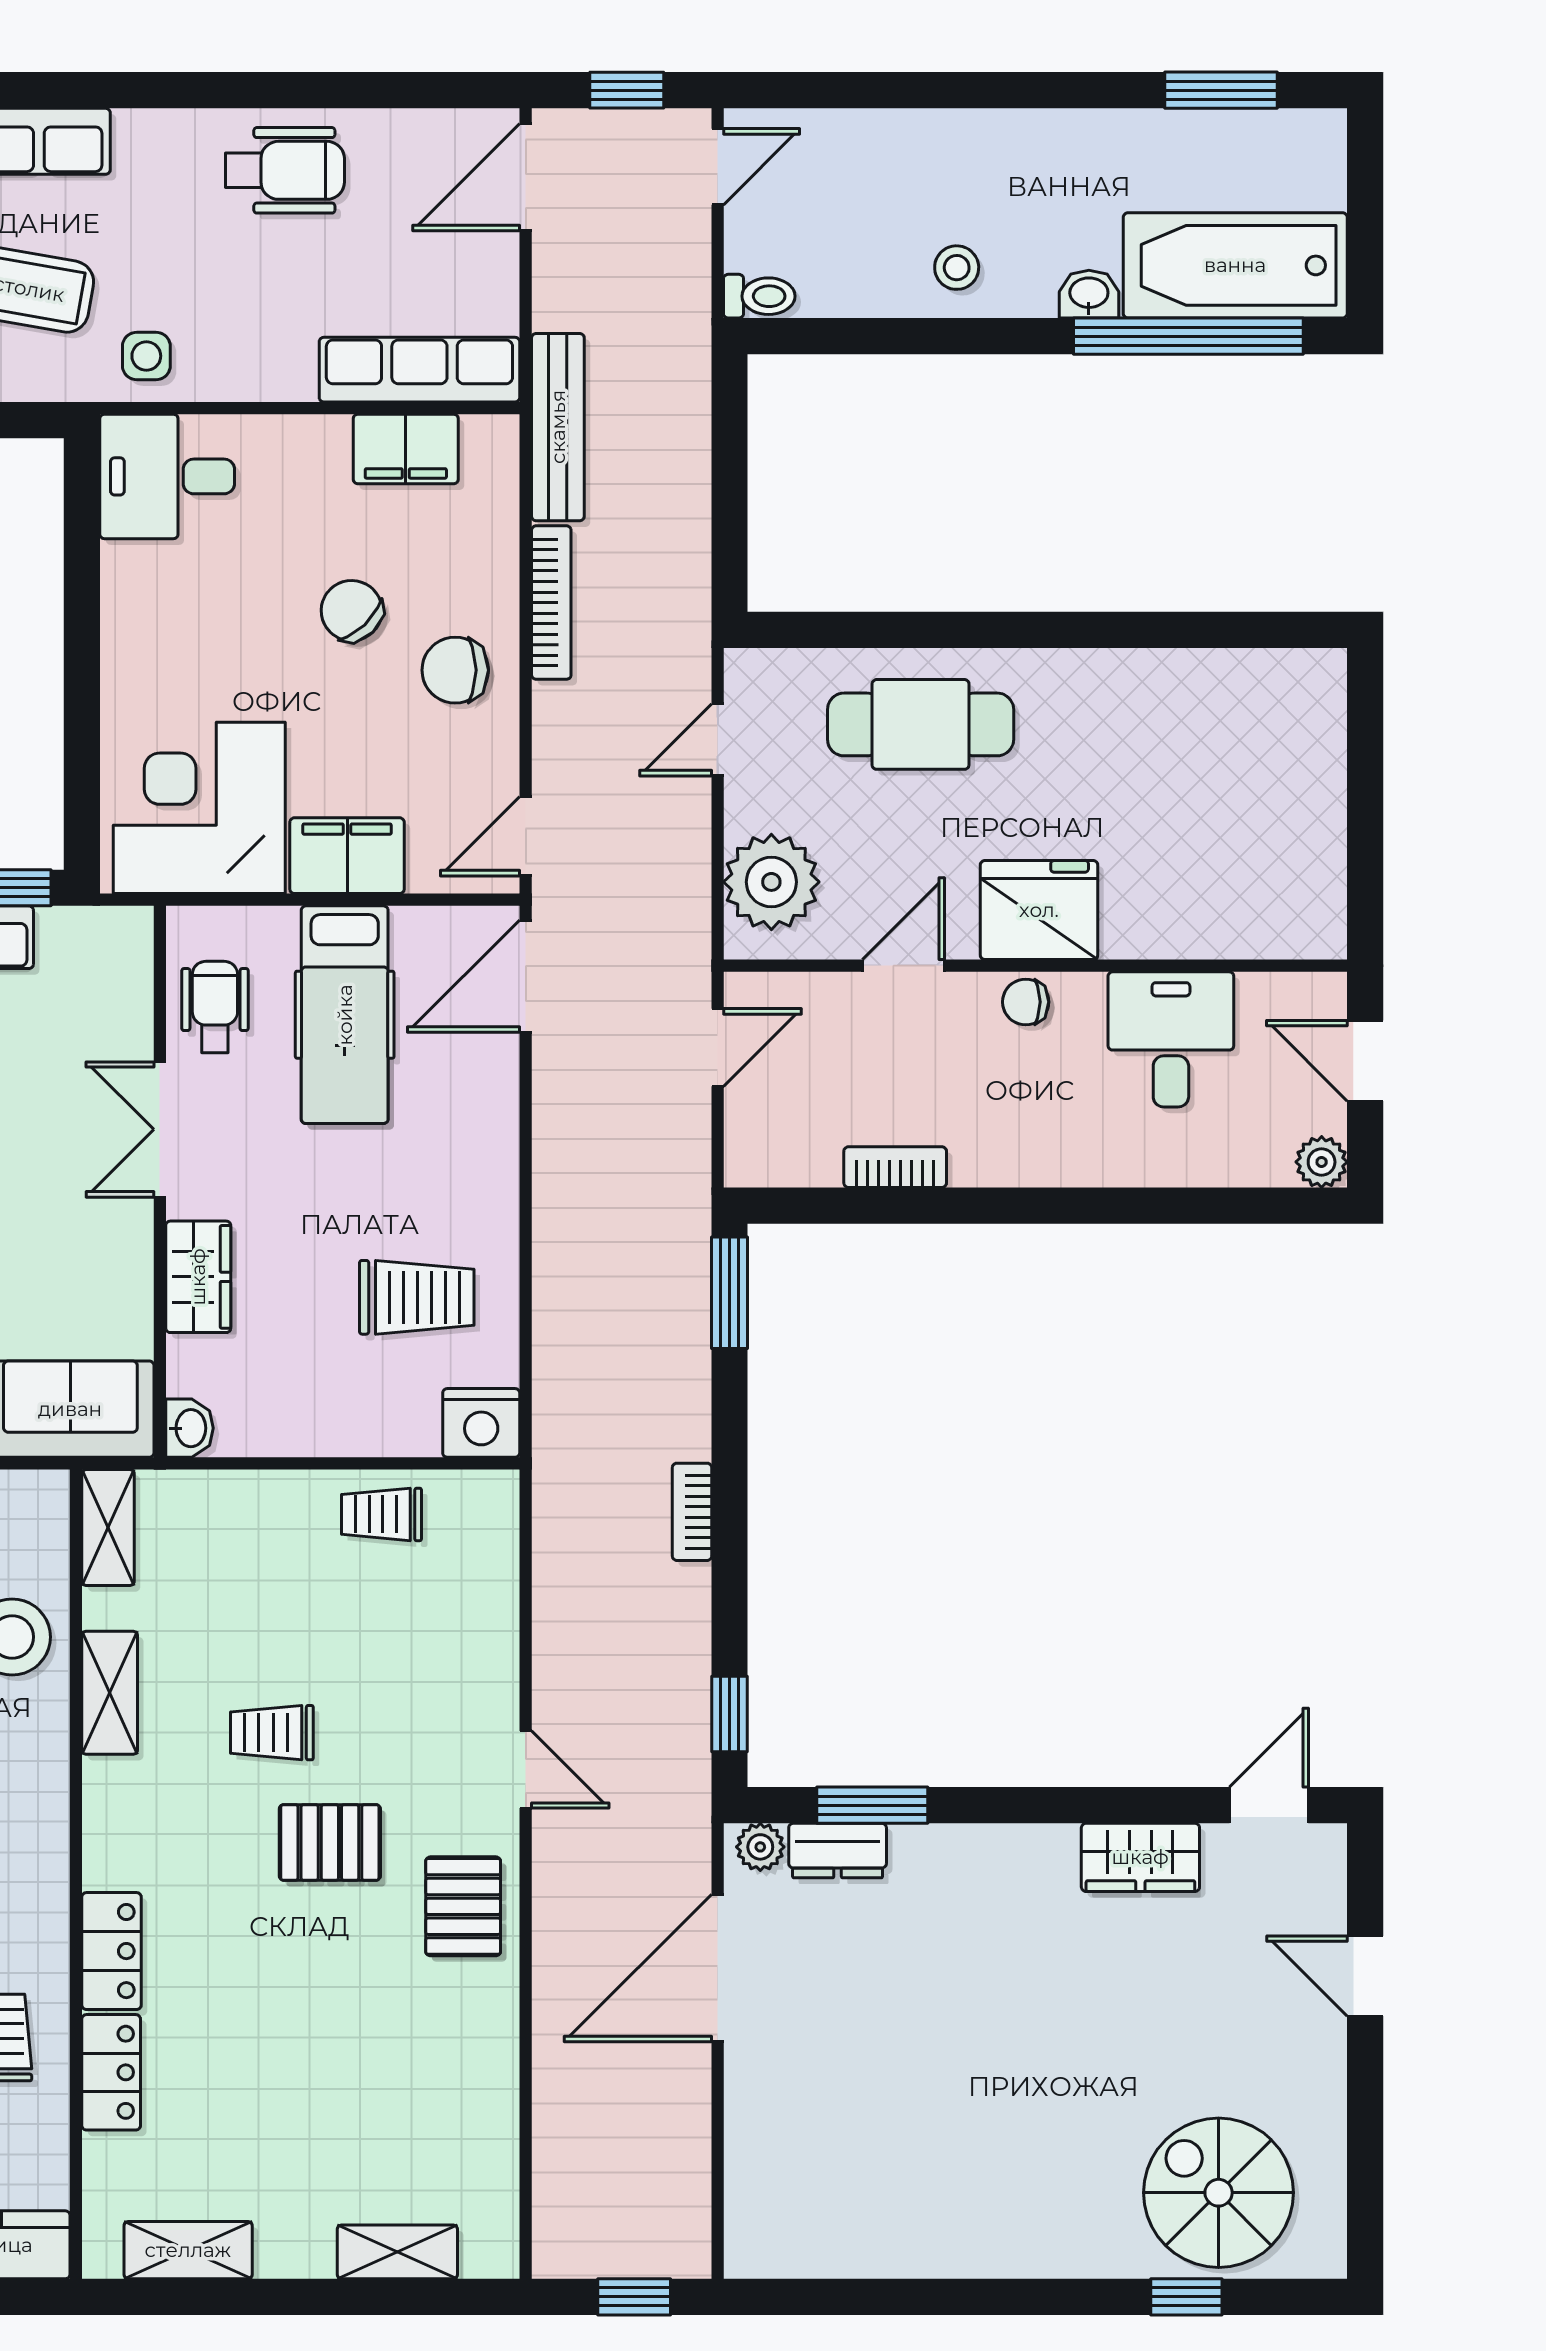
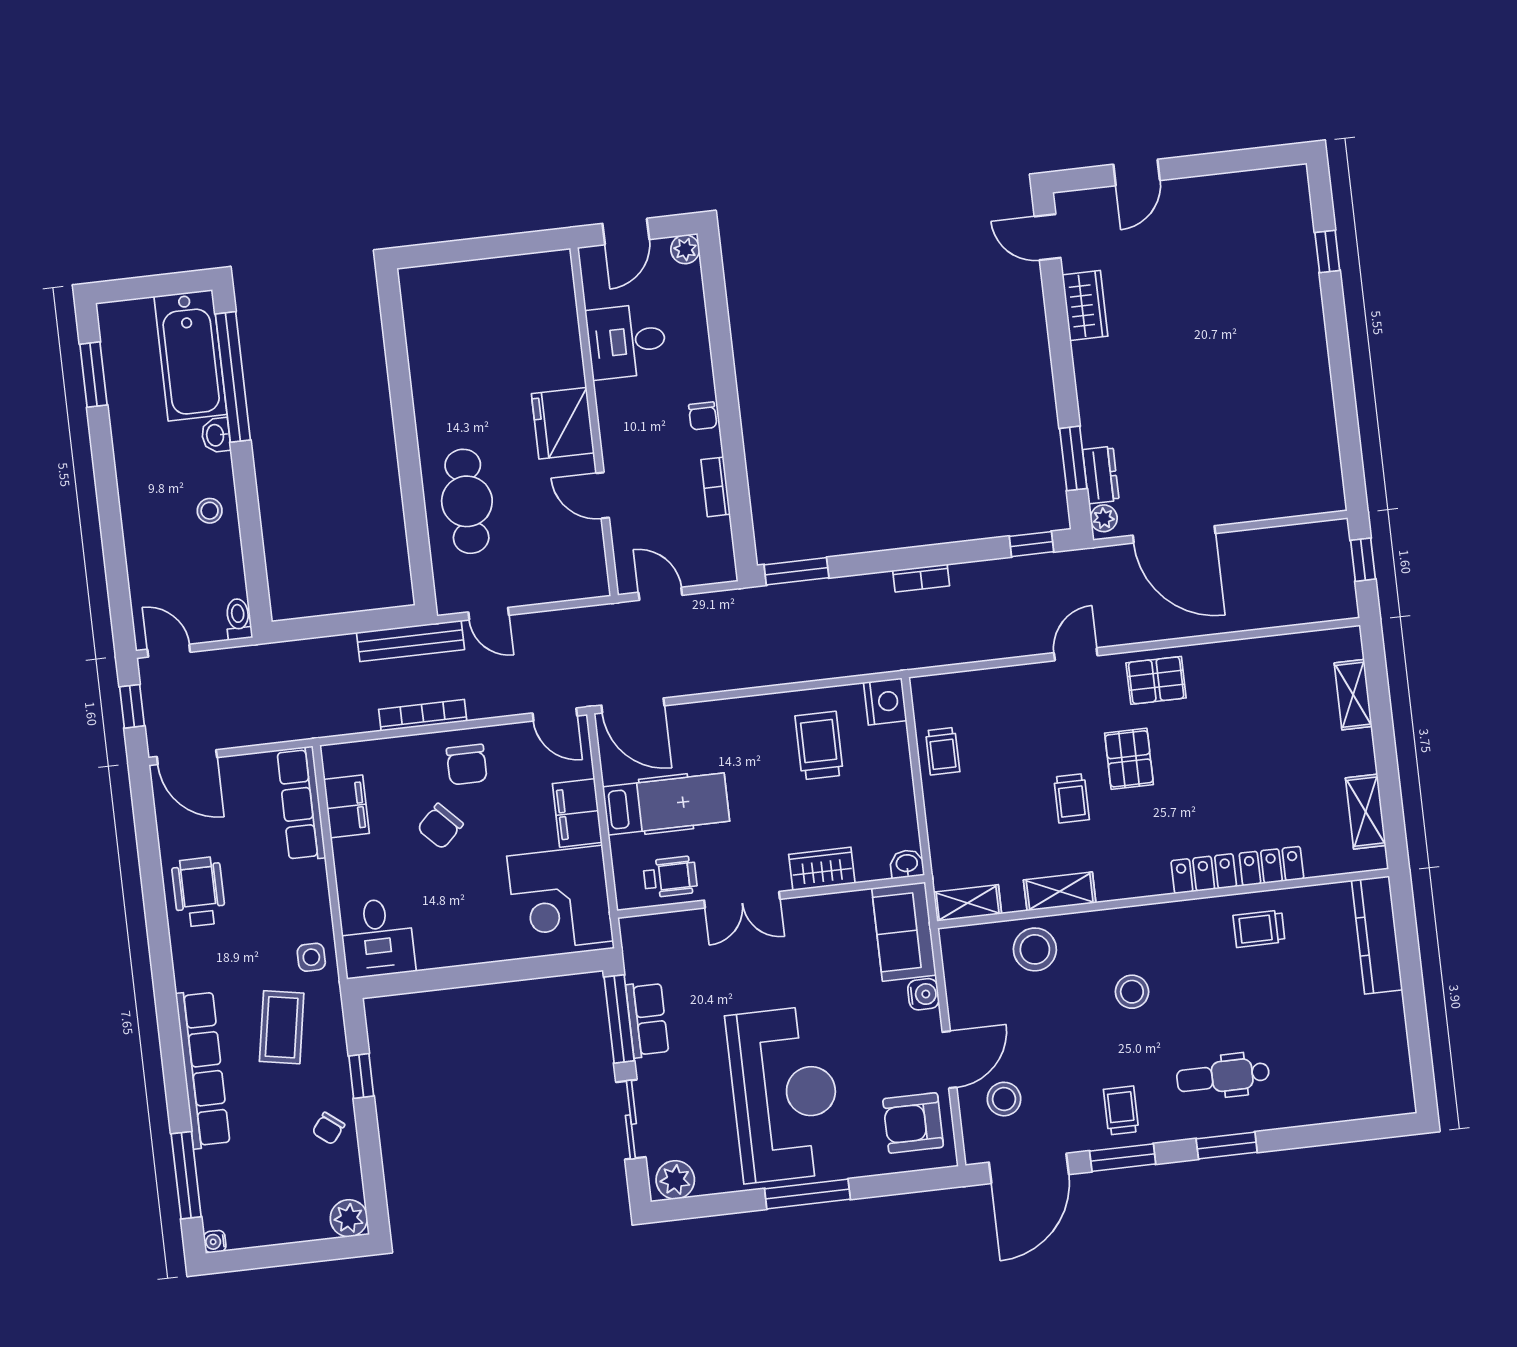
bench: (558, 427) -> (410, 641), moved
plant: (771, 882) -> (564, 574), removed
chair: (1026, 1002) -> (703, 416), moved
wheelchair: (215, 1007) -> (670, 877), turned 180
spiral stairs: (1219, 2193) -> (1267, 240), removed

